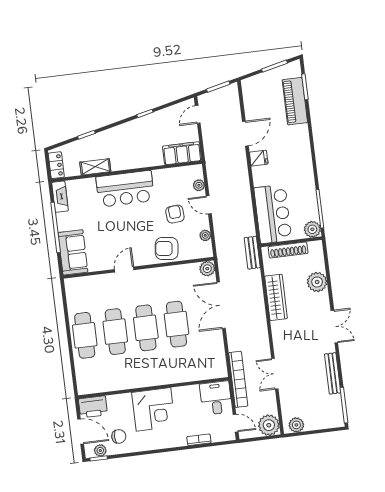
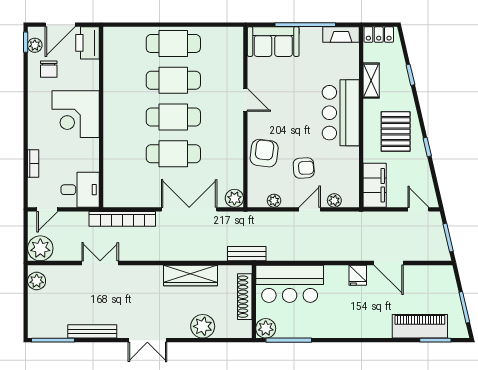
pallet: (135, 141) -> (396, 131), added
bookcase: (238, 379) -> (122, 219), moved

